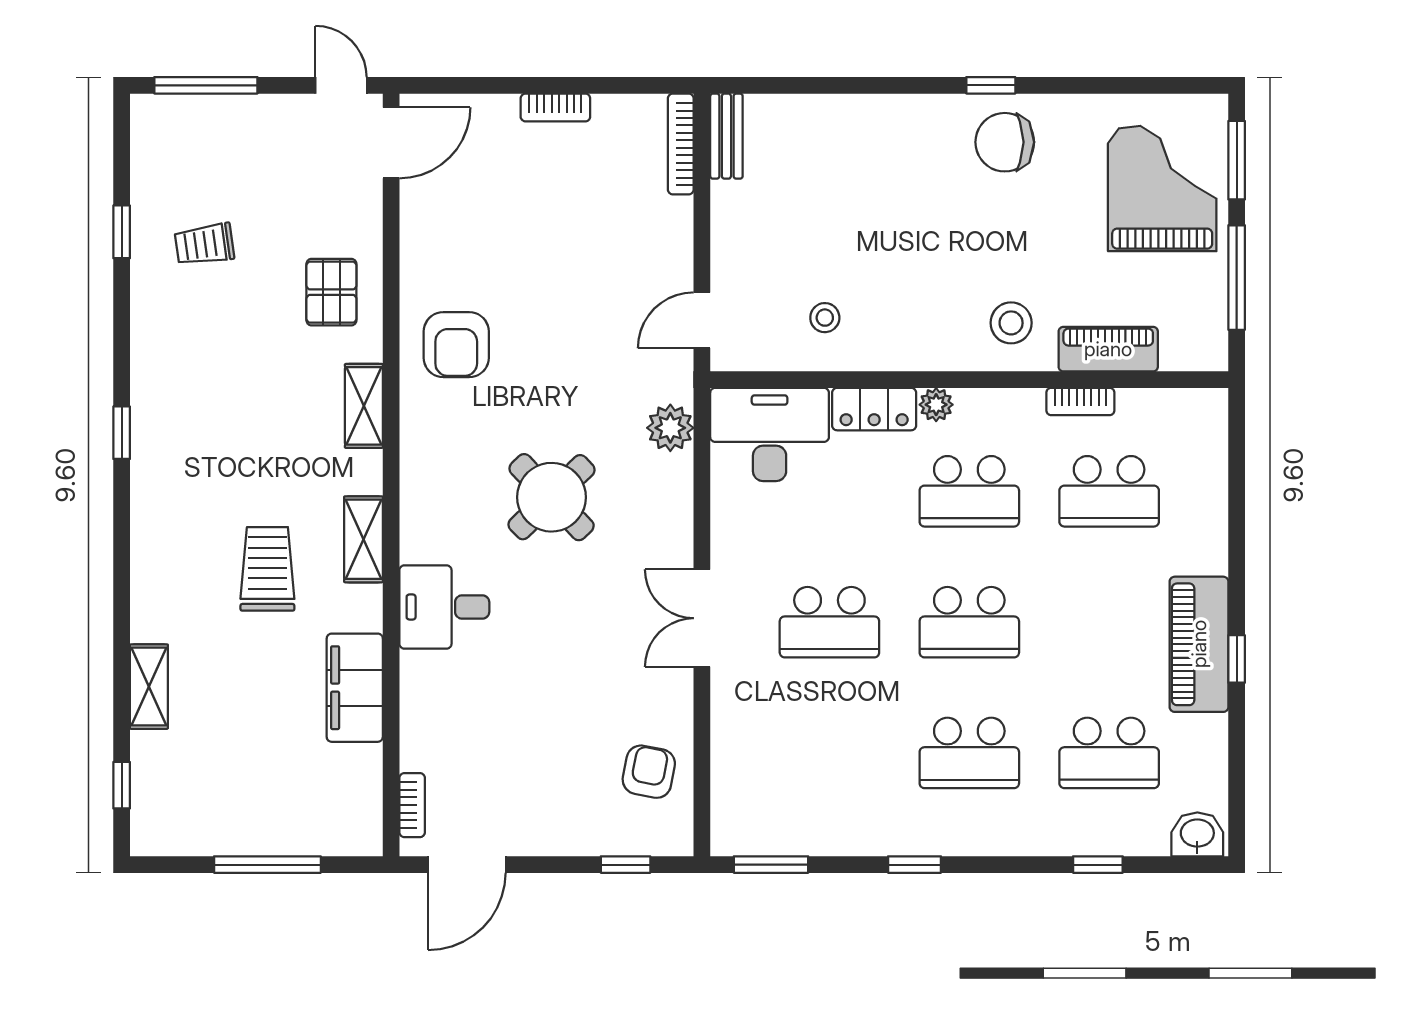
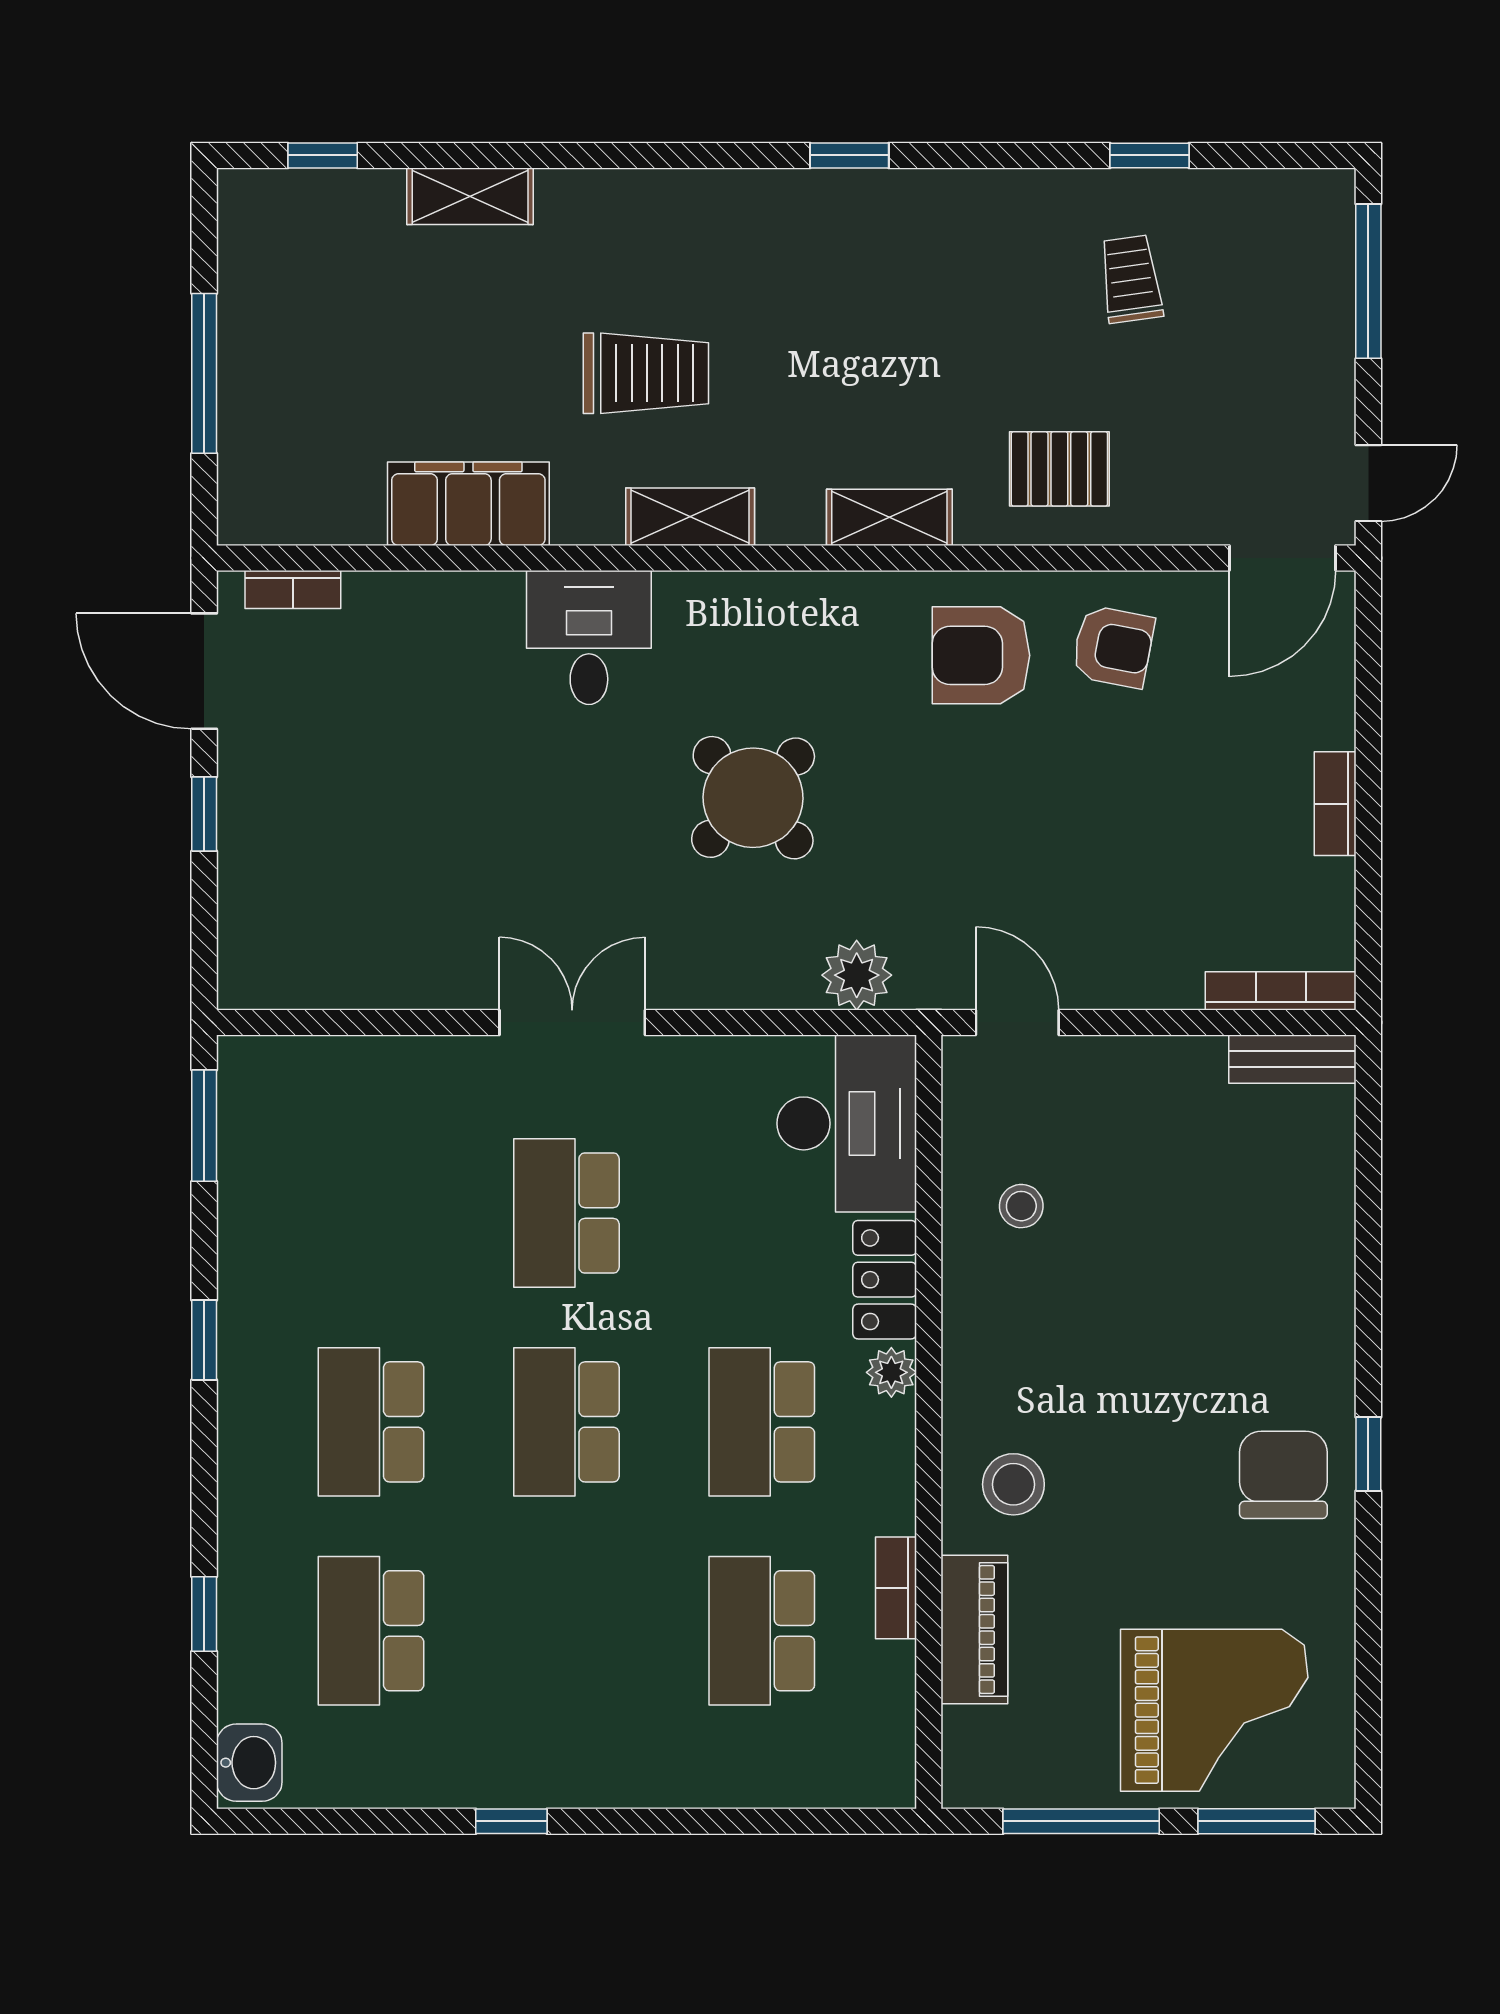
door: (391, 143) -> (1283, 558), hinge flipped
piano: (1199, 644) -> (533, 1765), removed
armchair: (649, 772) -> (1113, 647), moved
window: (626, 865) -> (204, 814), moved

